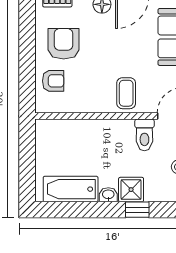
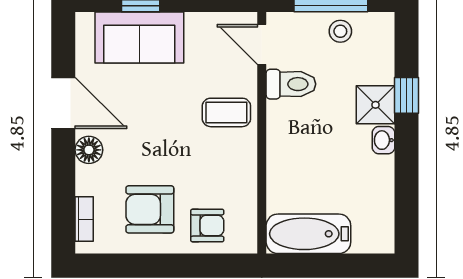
armchair: (53, 81) -> (207, 226), turned 90
bathtub: (71, 189) -> (308, 234), moved, turned 90

